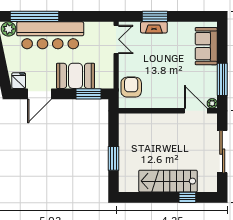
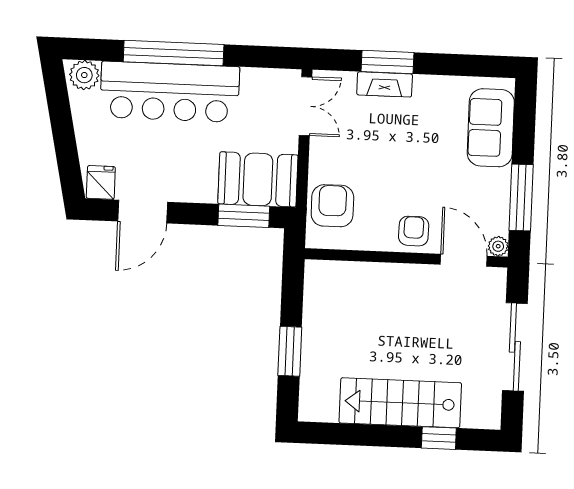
window: (35, 16) -> (174, 53), moved
booth: (75, 76) -> (258, 179), moved
armchair: (171, 98) -> (414, 231), added

